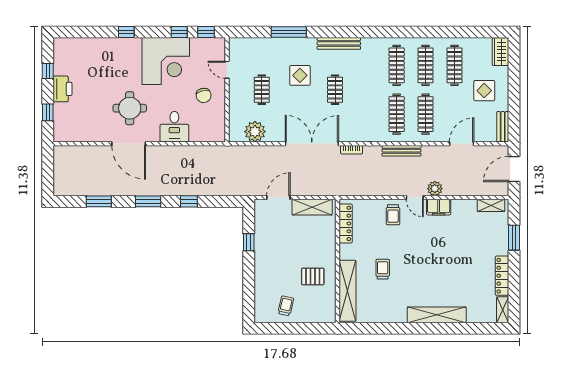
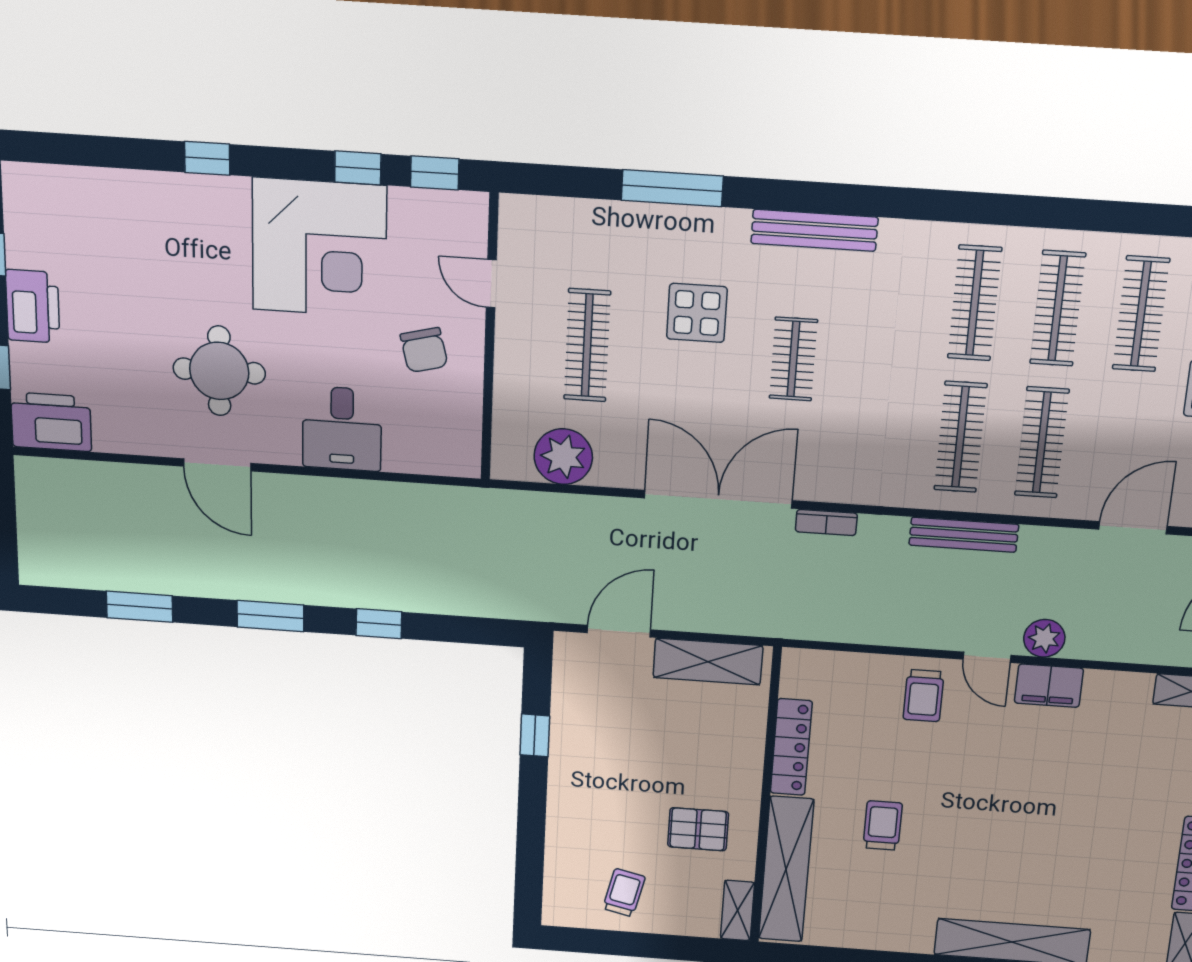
clothes rail: (262, 90) -> (587, 345), width x1.36
printer: (68, 132) -> (51, 422), added
door: (129, 144) -> (217, 465), width x0.73
locker: (346, 223) -> (791, 747), moved
shelving: (330, 310) -> (737, 910), added

